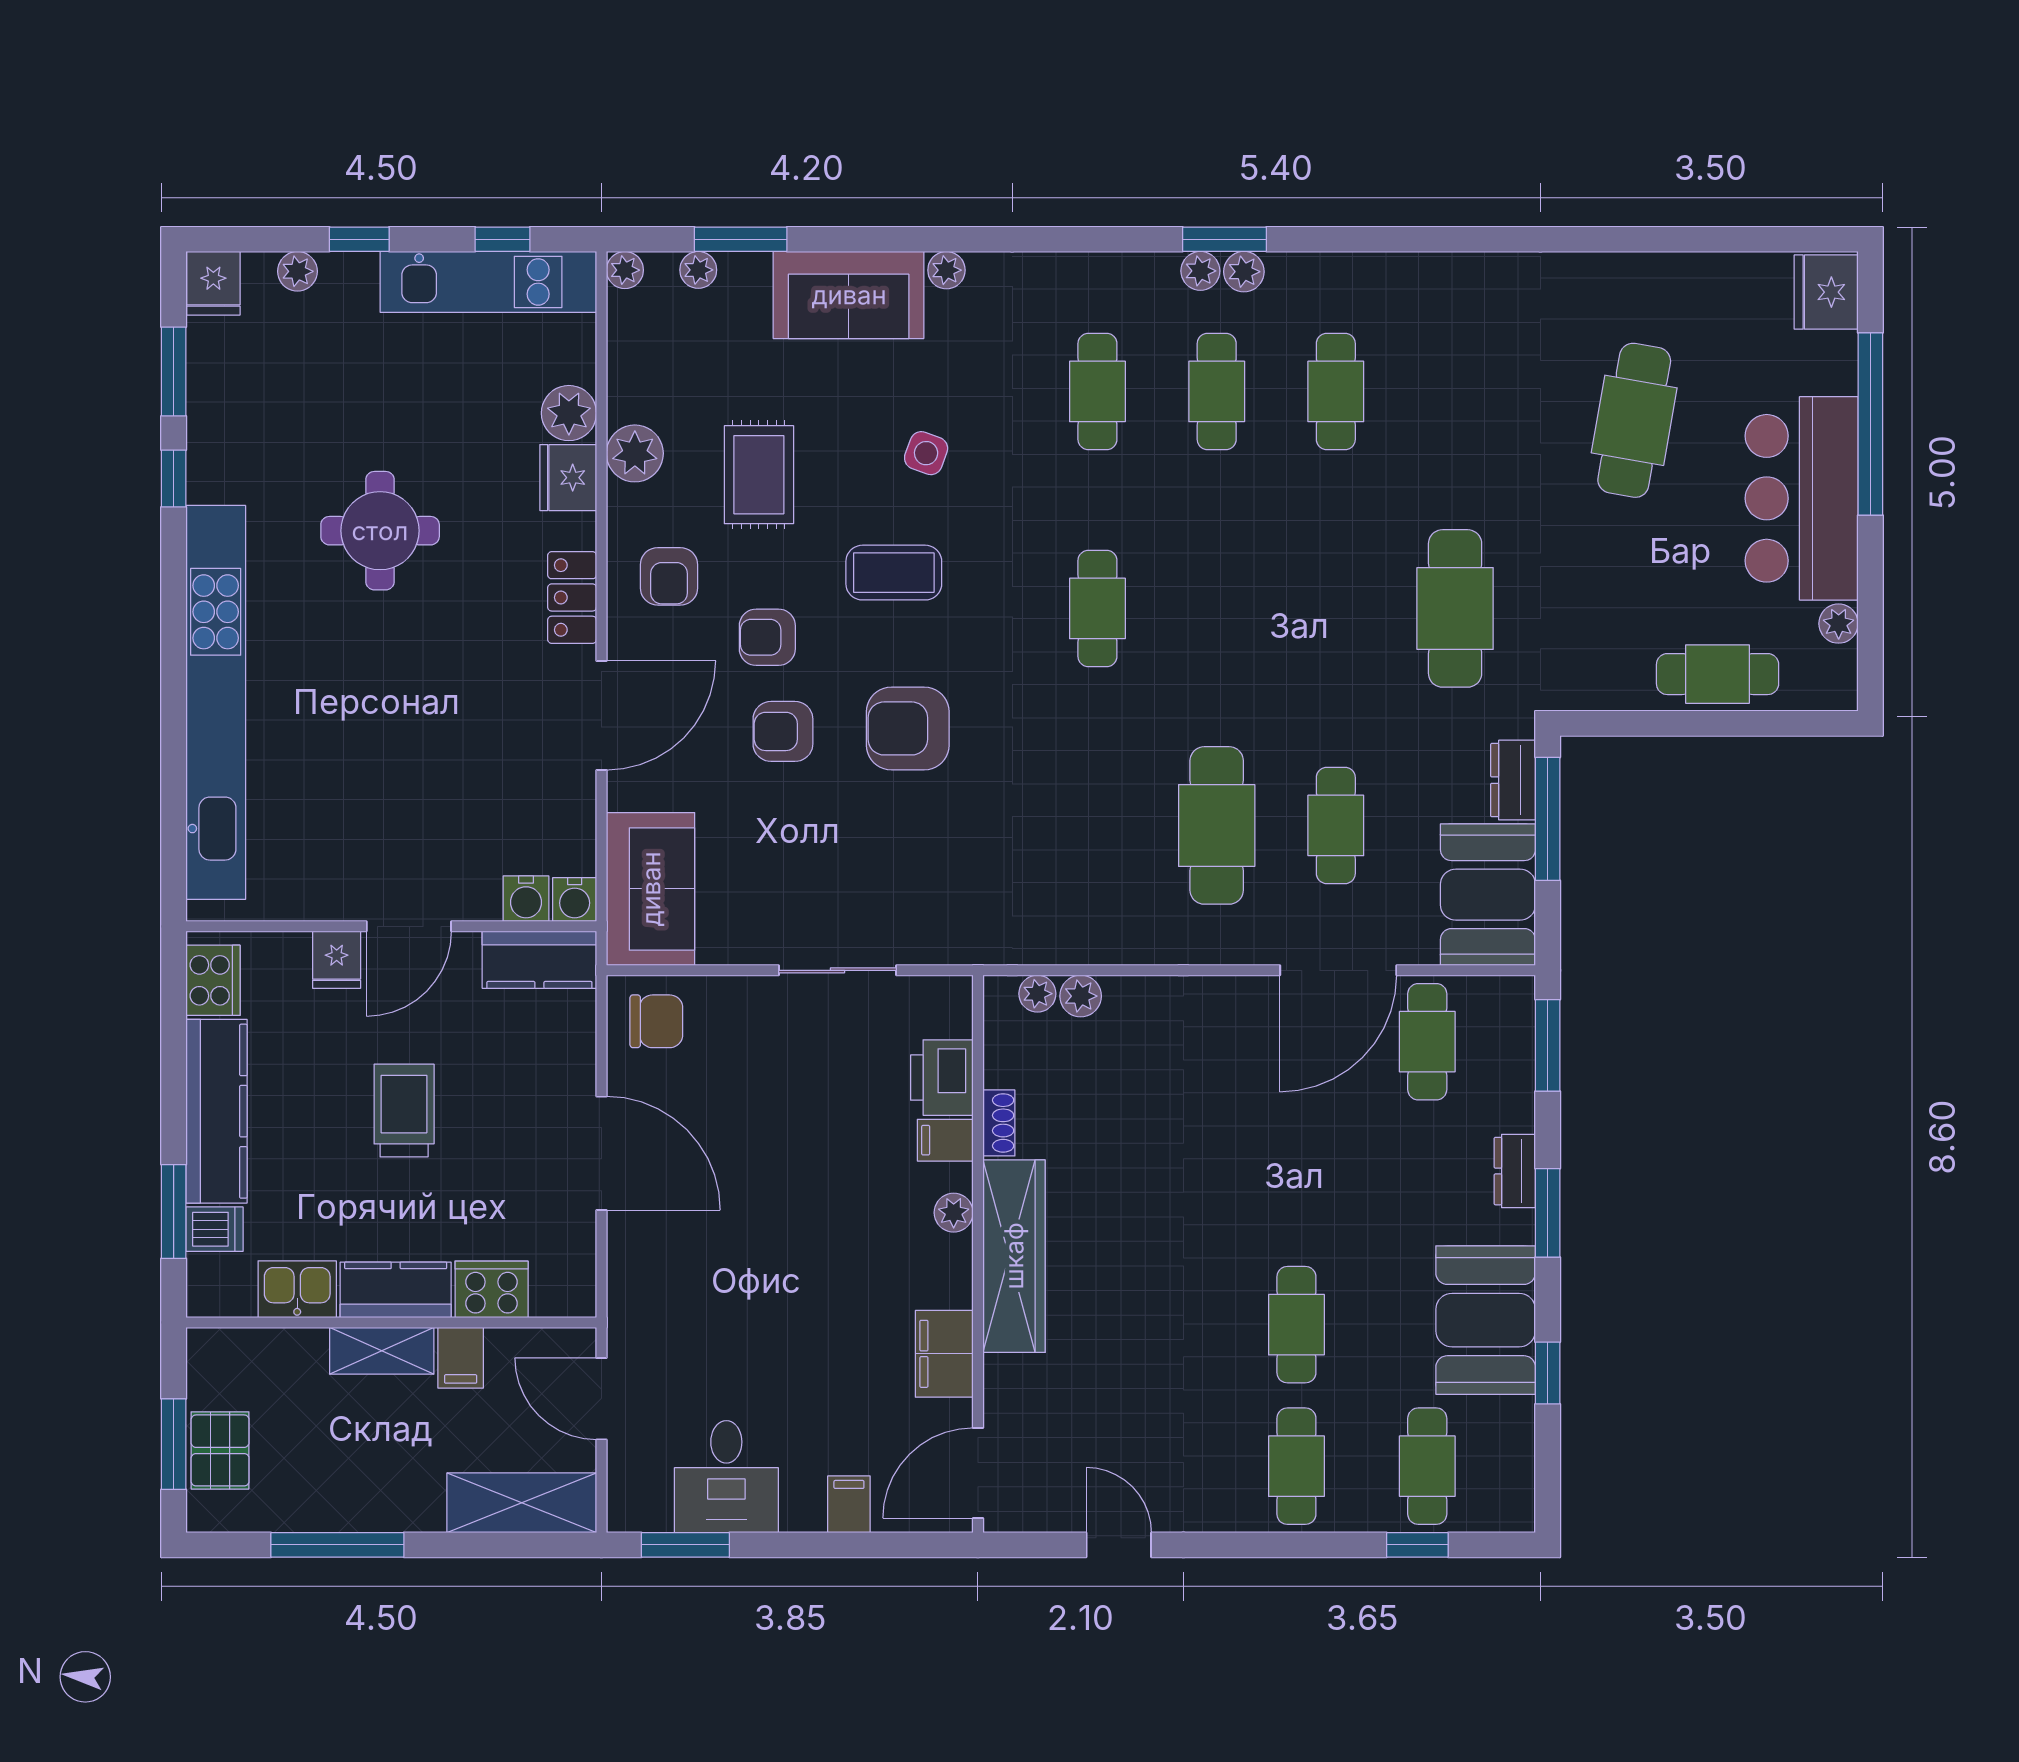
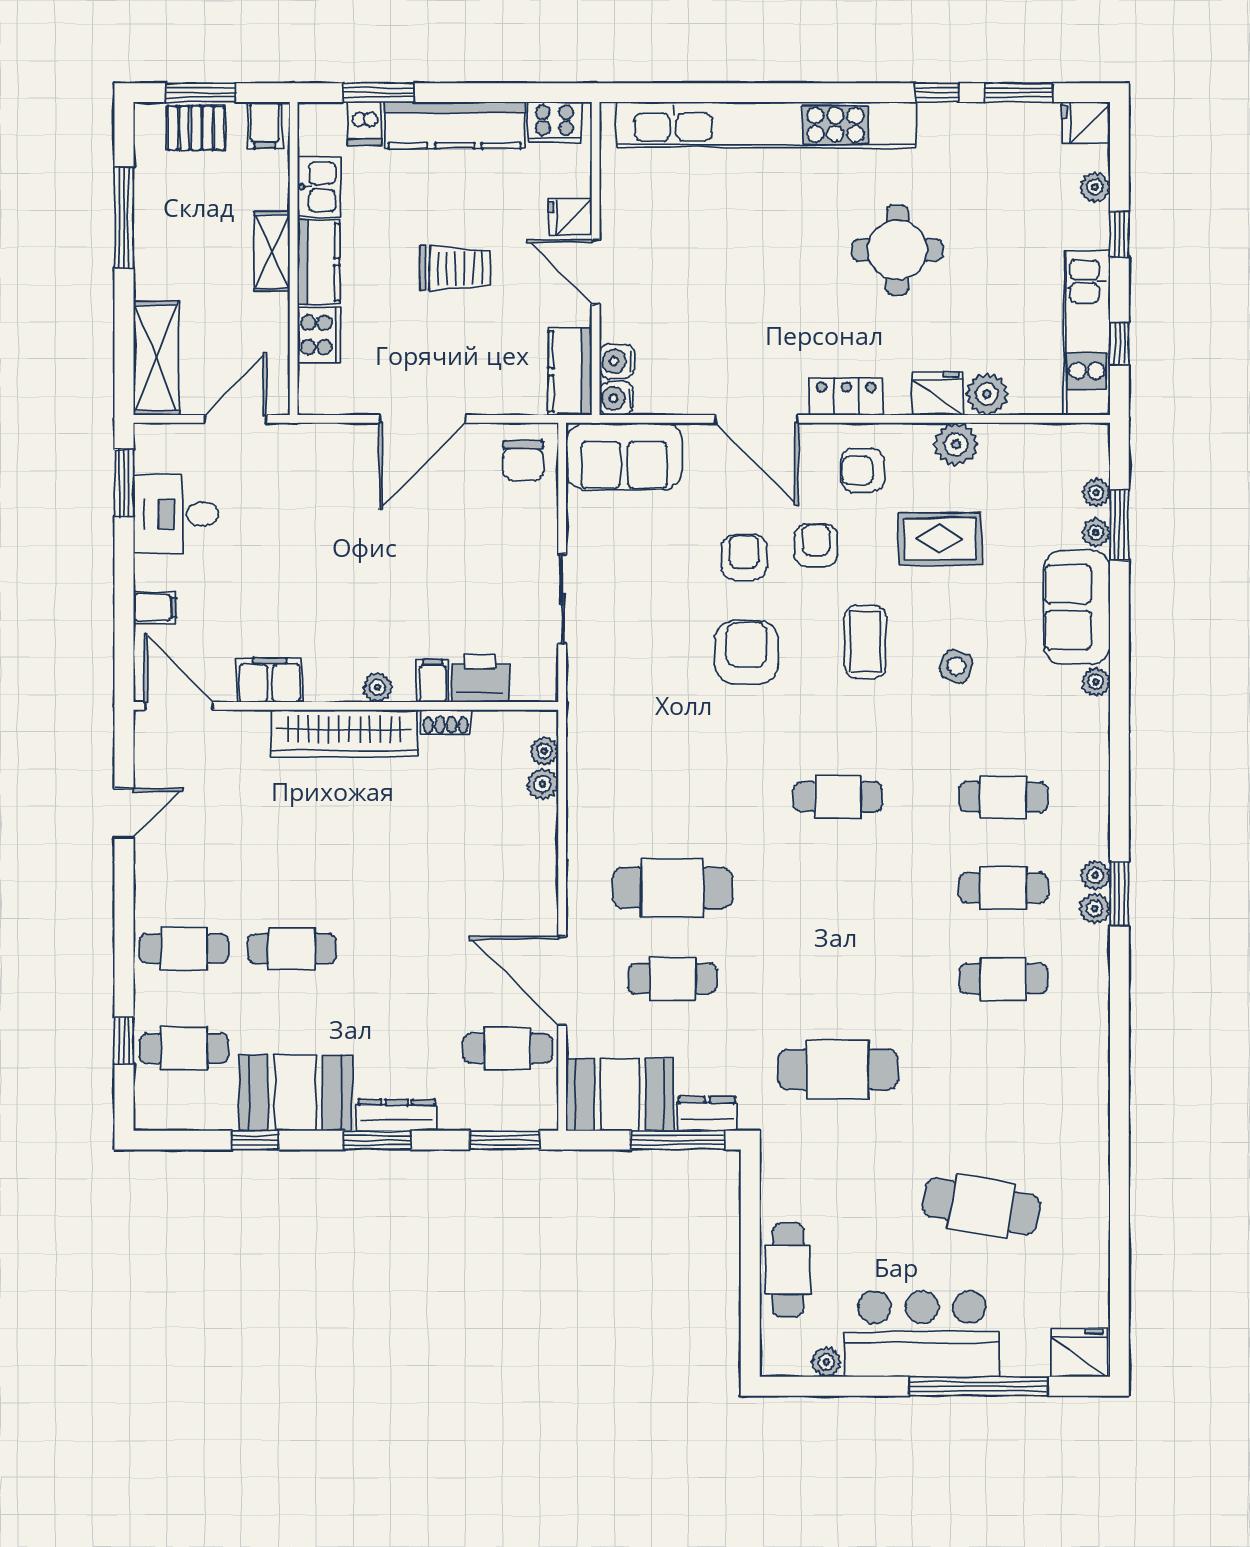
plant: (625, 270) -> (1096, 533), moved
dresser: (1515, 1171) -> (397, 1115), width x1.44
filing cabinet: (461, 1358) -> (265, 125), moved, turned -90

